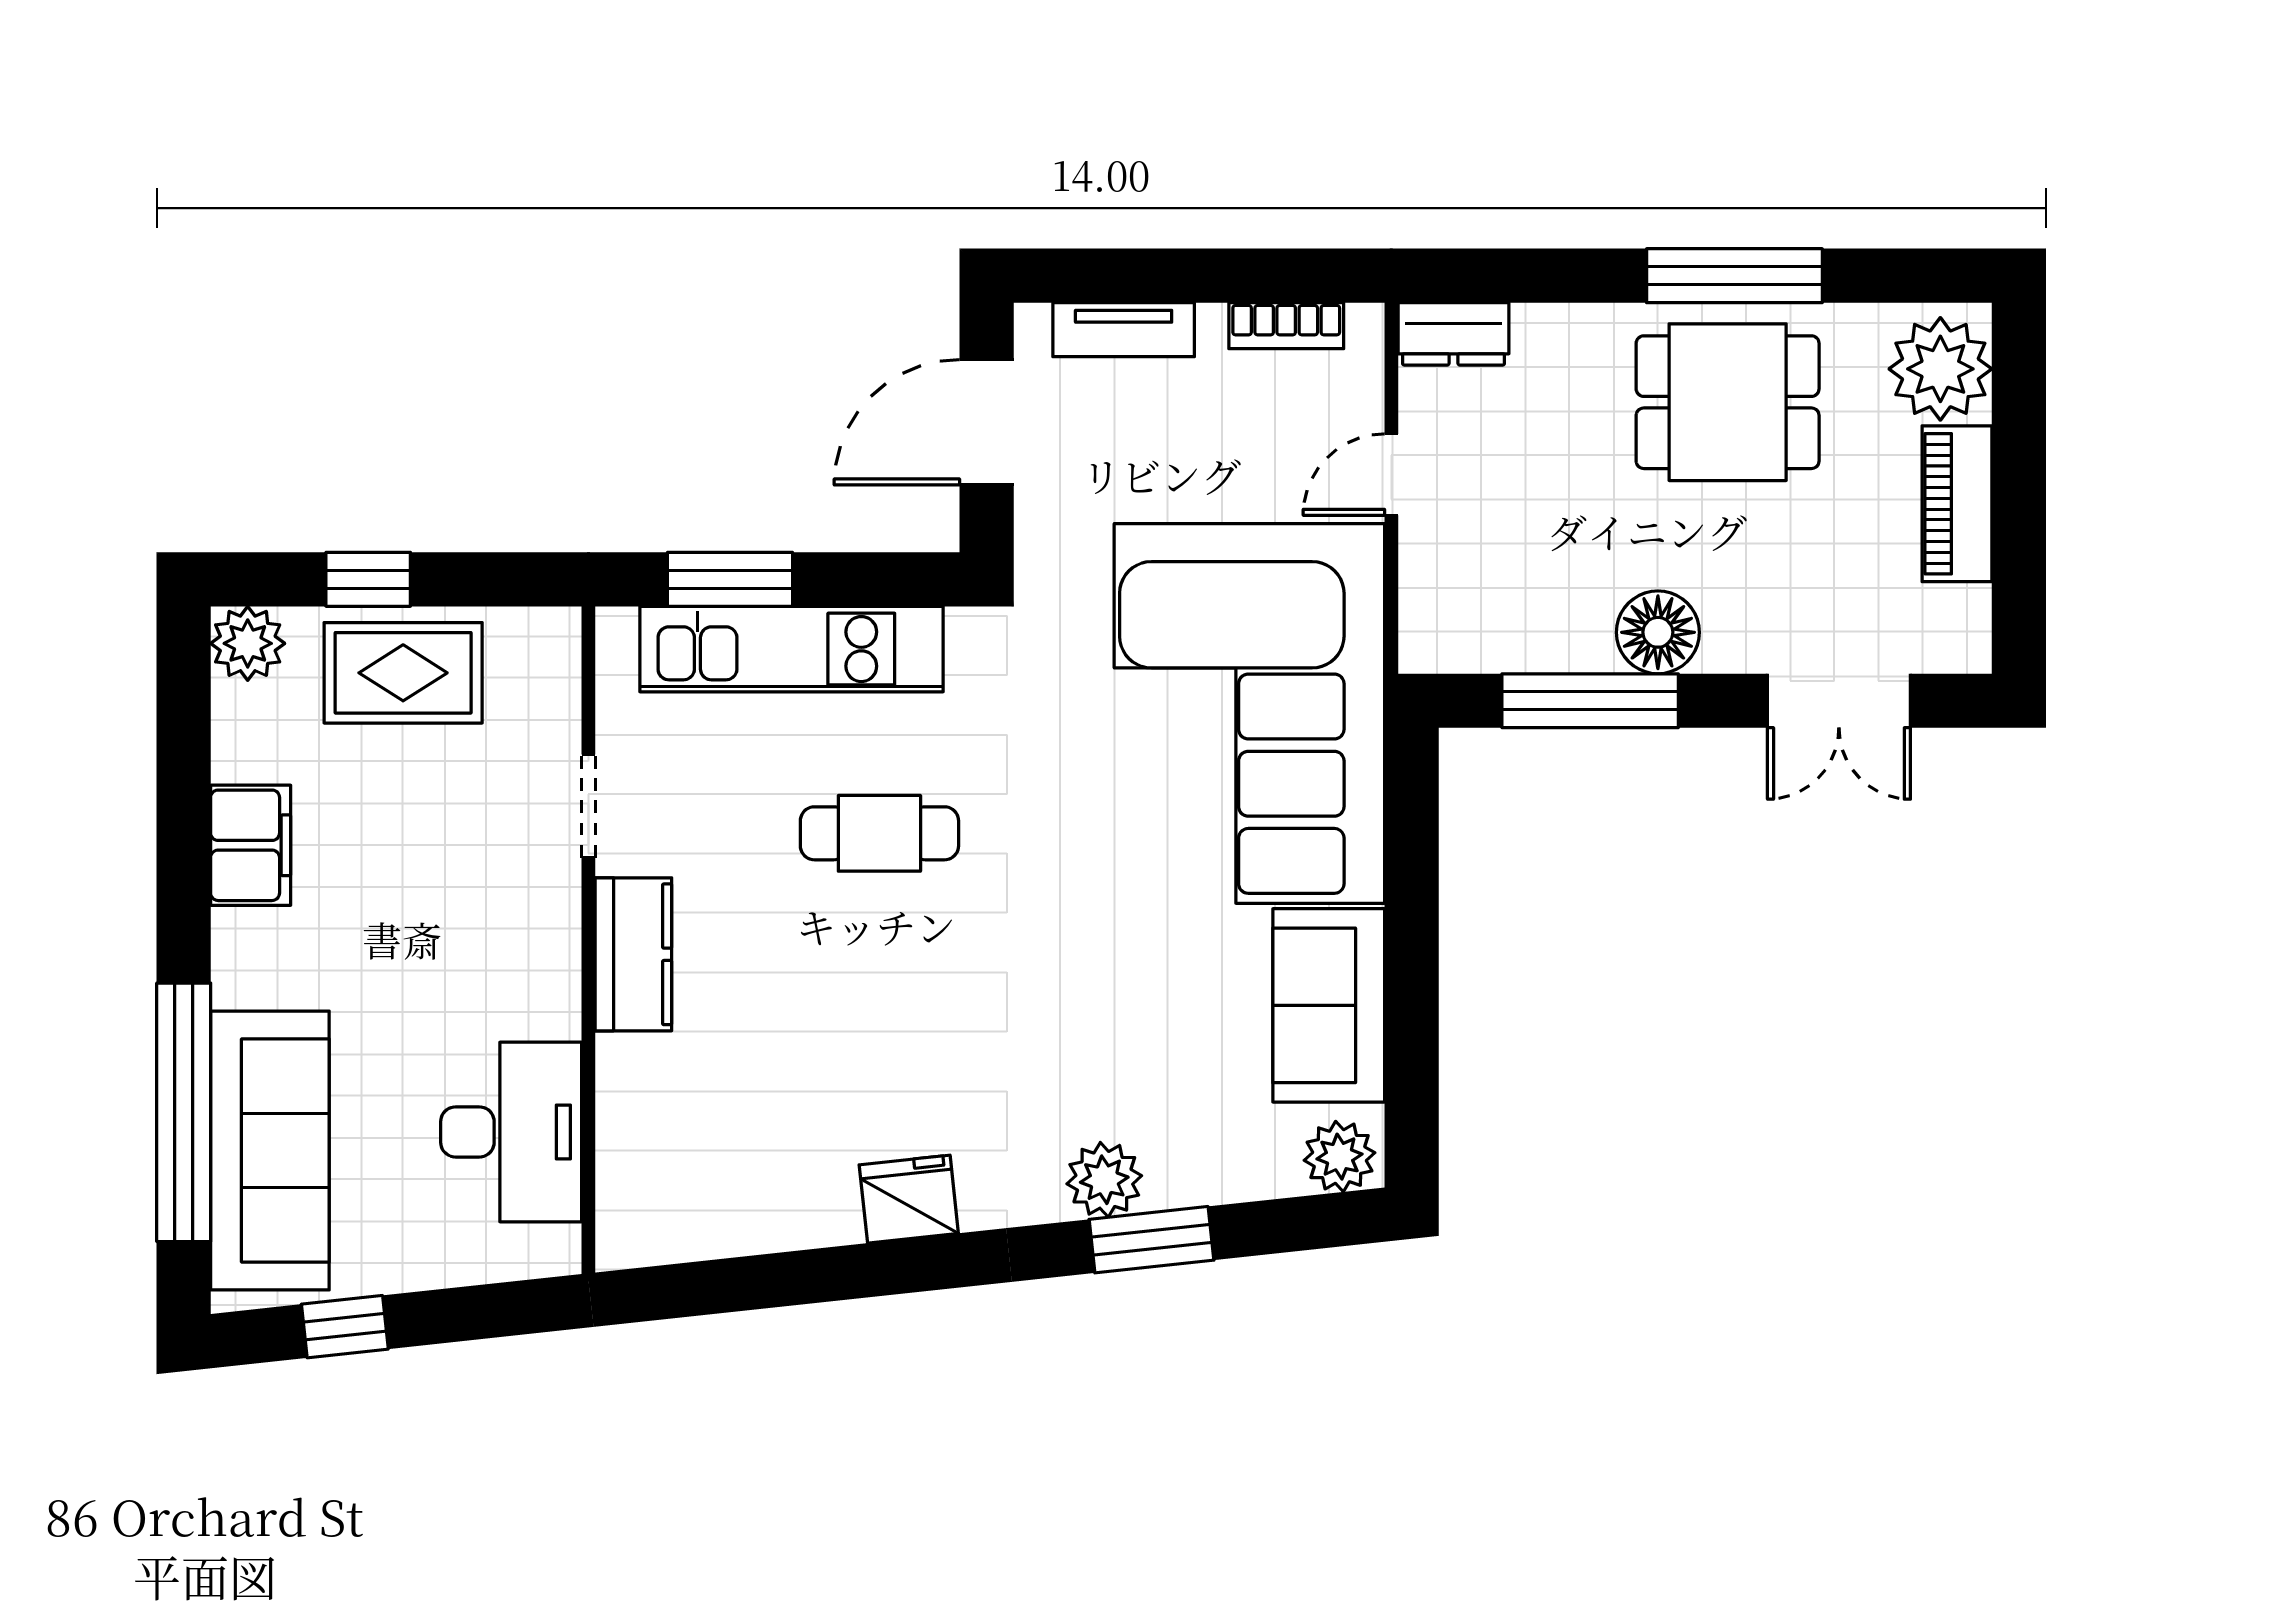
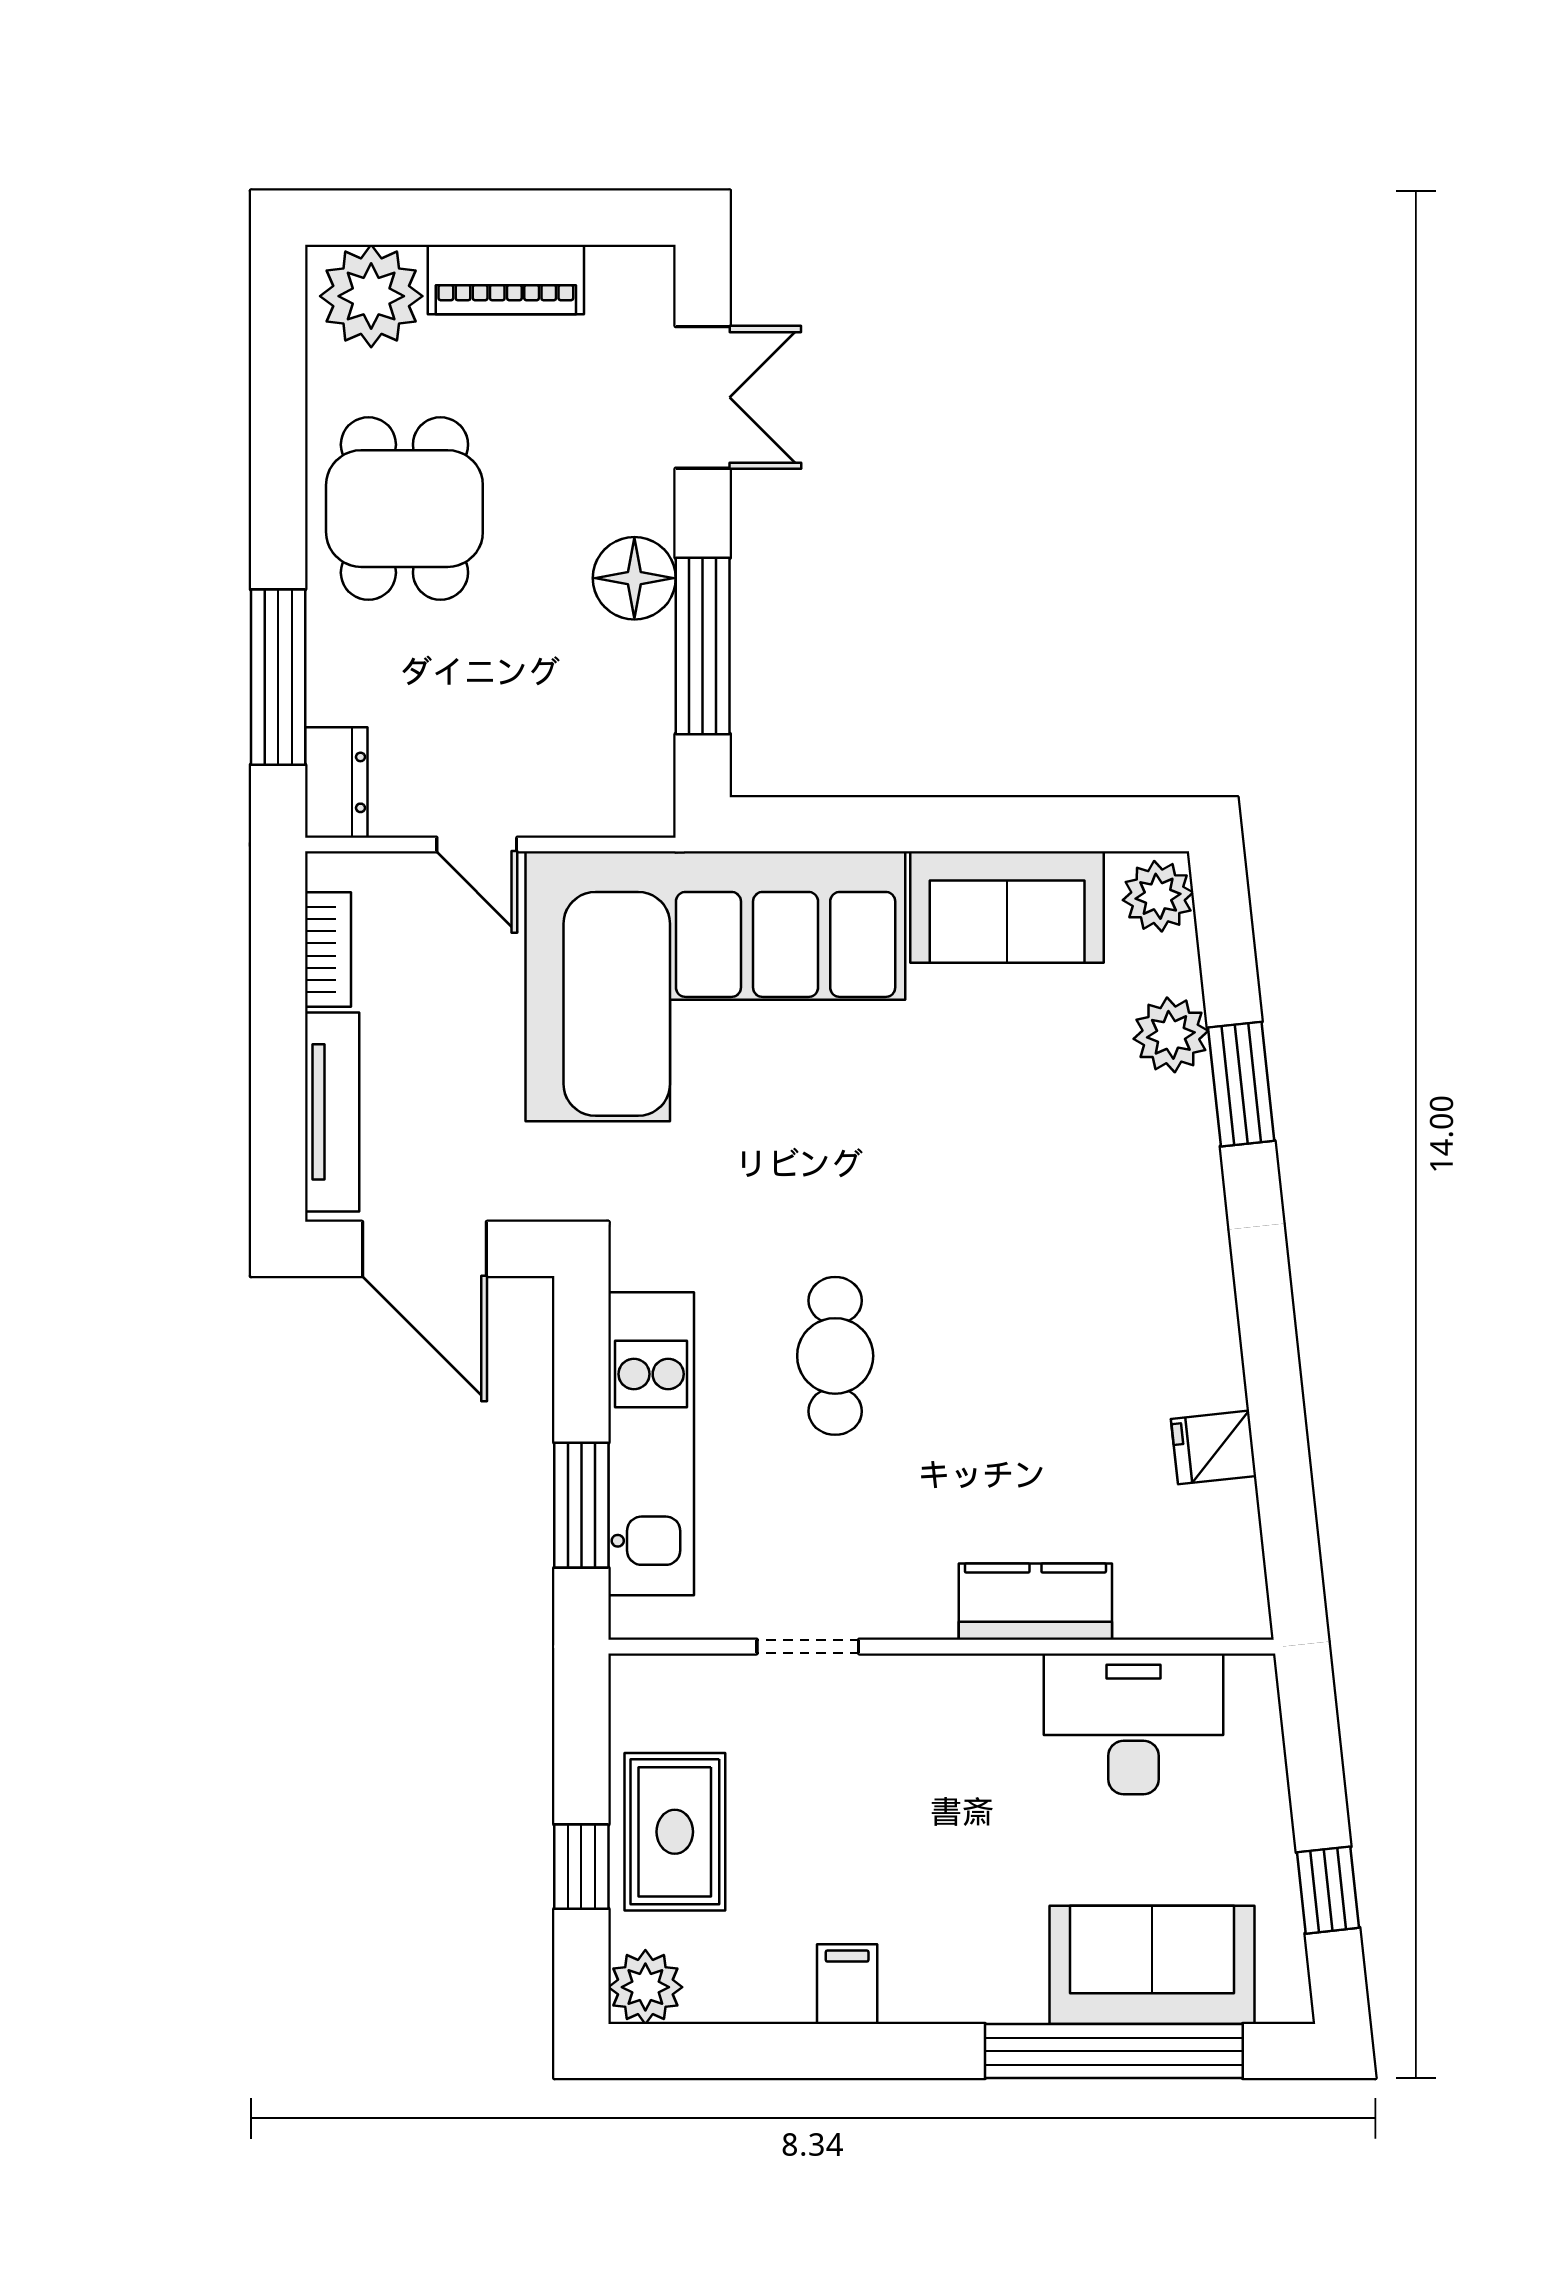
window: (1734, 276) -> (278, 677), moved
tv unit: (1124, 330) -> (332, 1112), width x1.41
filing cabinet: (251, 845) -> (847, 1984), width x0.50
kitchen counter: (633, 954) -> (1035, 1602), moved
sofa: (270, 1150) -> (1152, 1965), width x0.73
plant: (1104, 1180) -> (1171, 1035), moved
fridge: (909, 1199) -> (1214, 1447), moved, width x0.72

